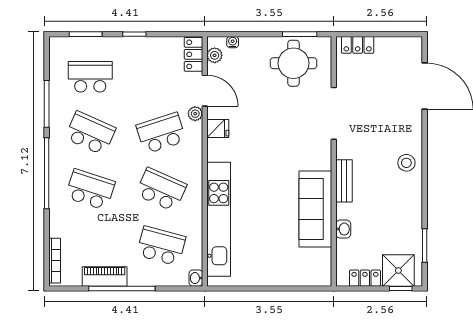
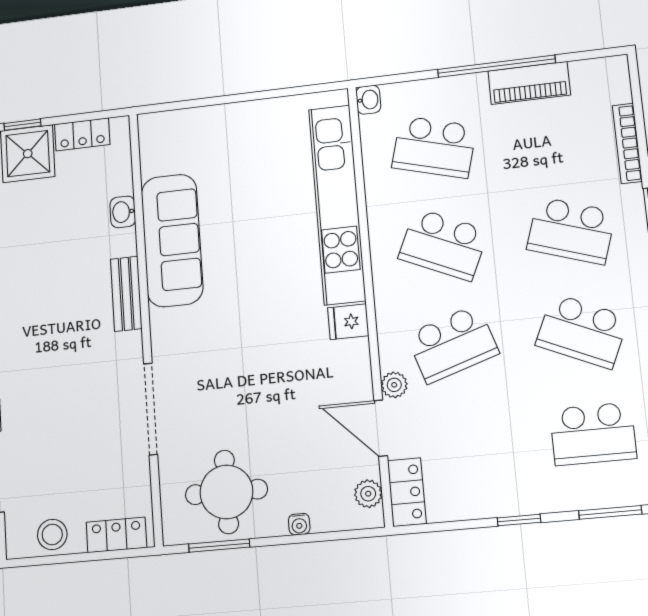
water cooler: (233, 42) -> (299, 524), moved
fridge: (218, 128) -> (348, 322), moved
stool: (406, 163) -> (52, 534), moved
bookcase: (55, 261) -> (627, 143), moved

